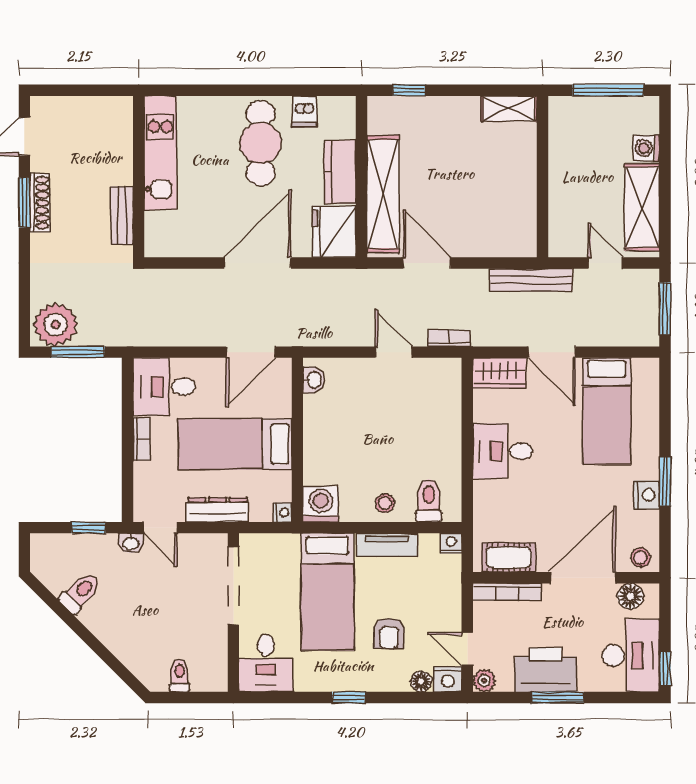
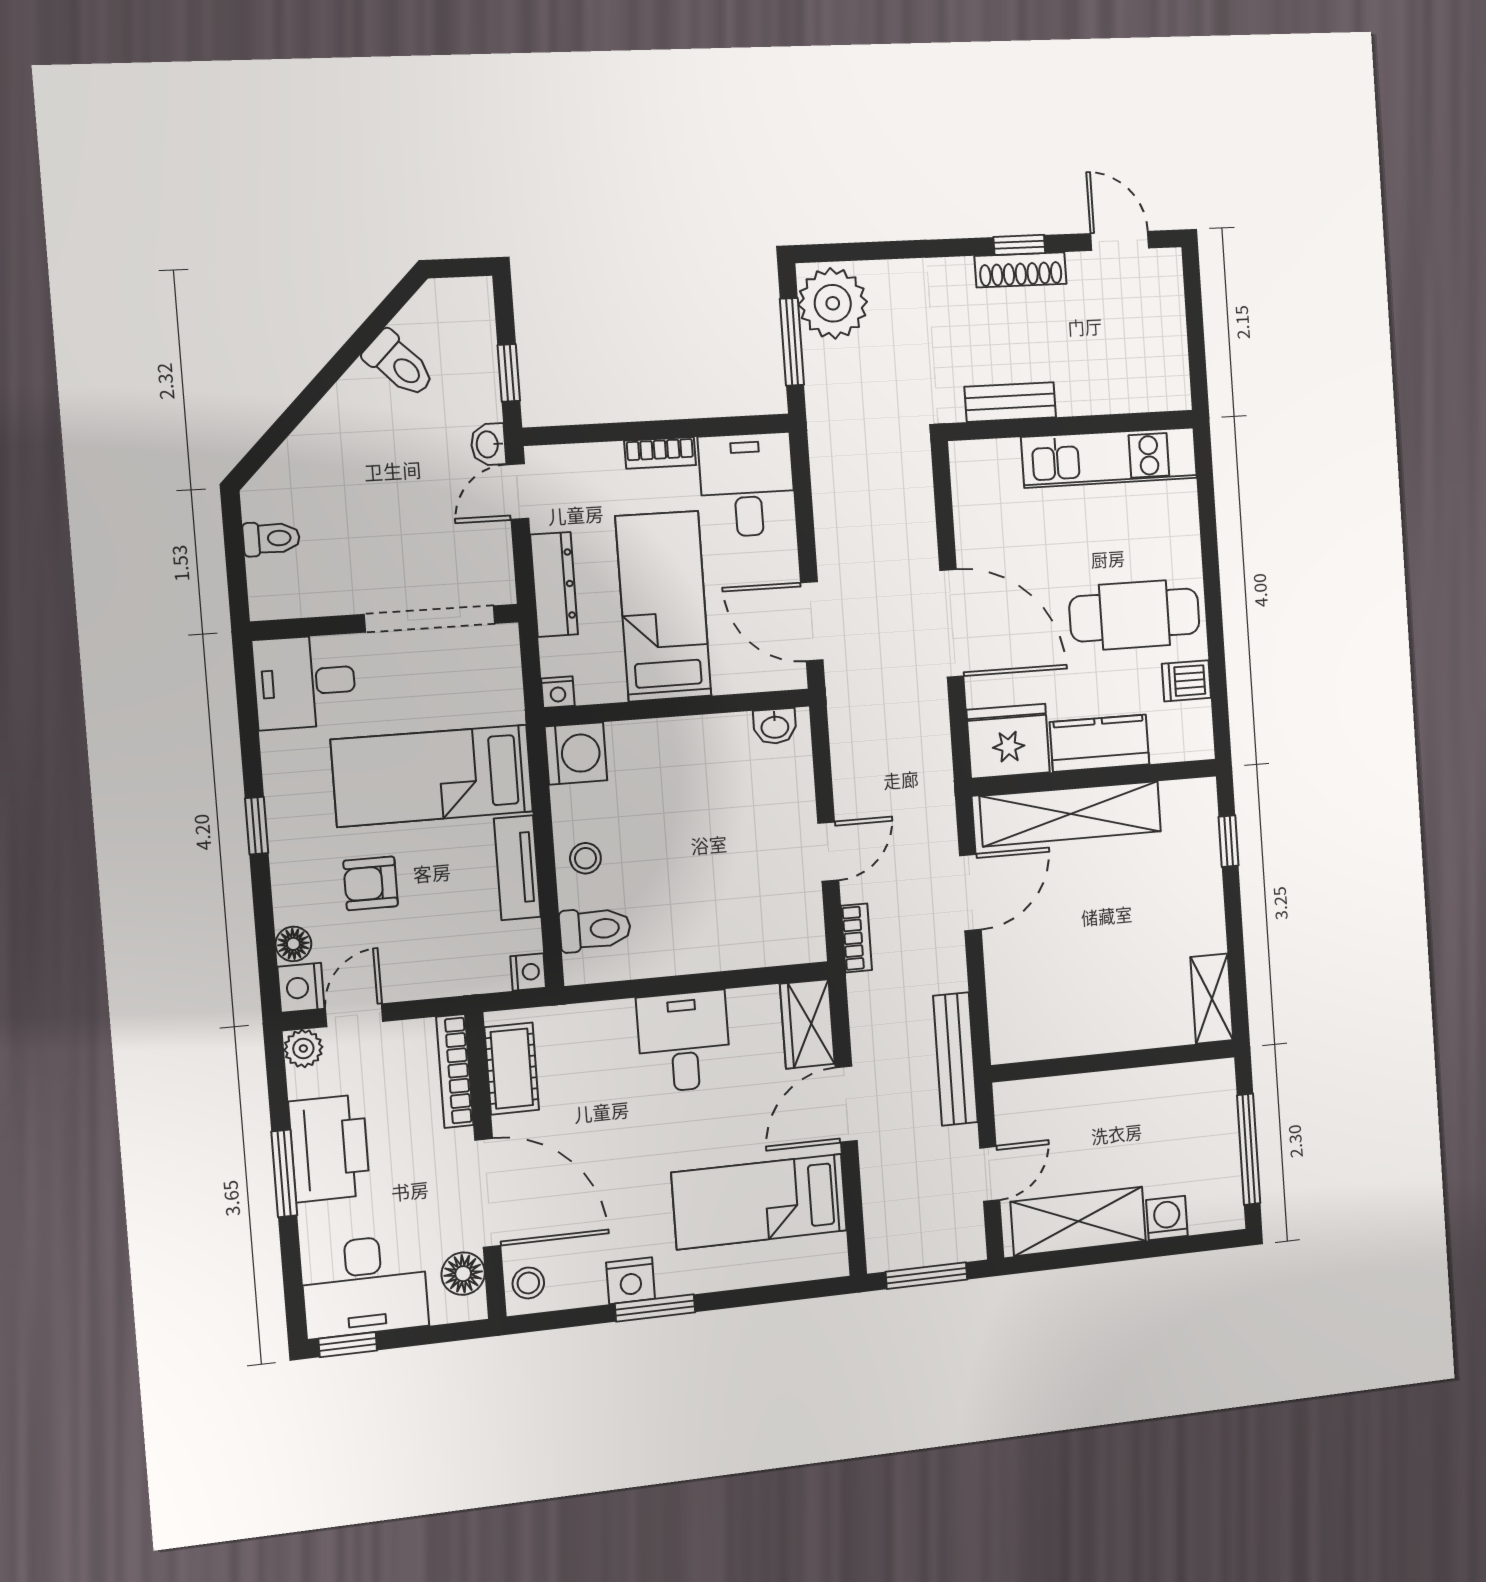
window: (24, 202) -> (1019, 245), width x0.67

